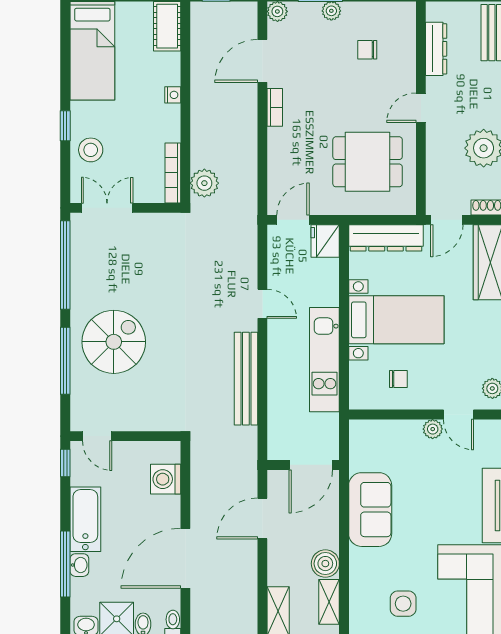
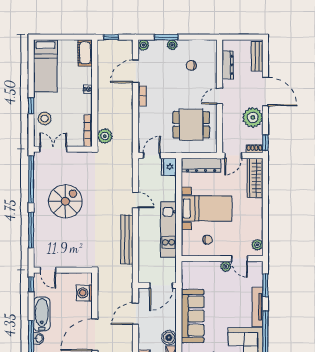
spiral stairs: (114, 342) -> (65, 201), moved
sofa: (370, 510) -> (193, 316), width x1.36

